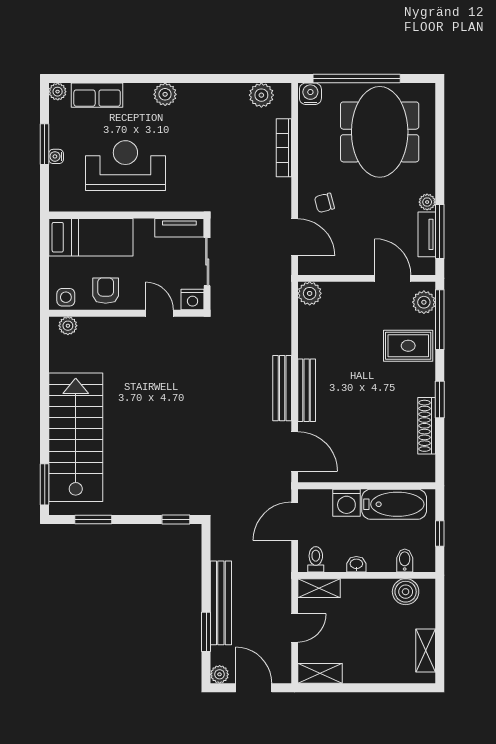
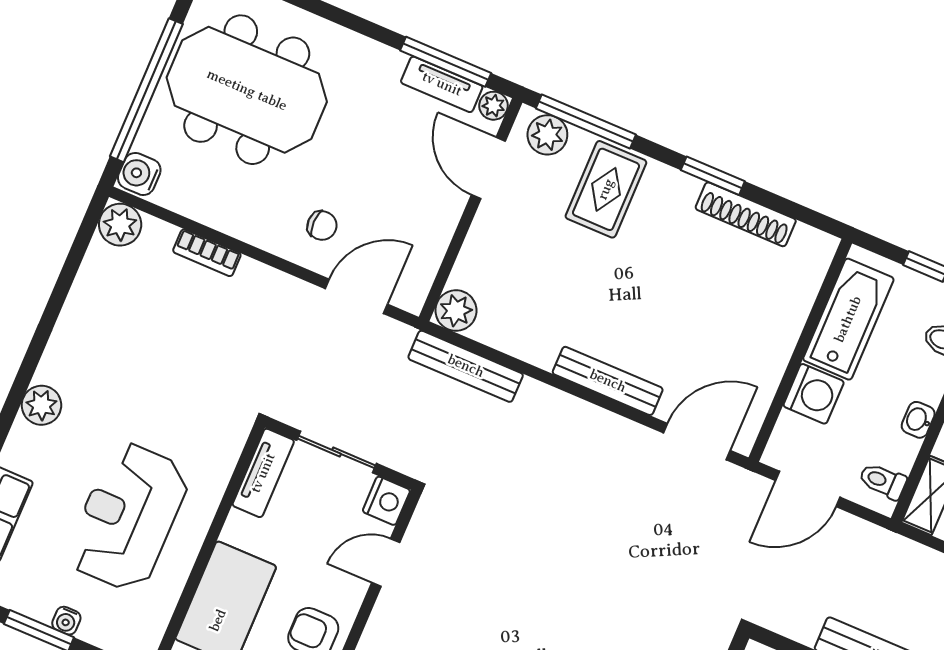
plant: (261, 95) -> (120, 225), moved
bookcase: (284, 148) -> (207, 253), width x0.64
plant: (427, 202) -> (493, 106), moved
chair: (324, 203) -> (322, 226), turned -75
door: (393, 278) -> (488, 168), hinge flipped
bench: (282, 388) -> (466, 366), moved
door: (295, 521) -> (808, 489), hinge flipped

